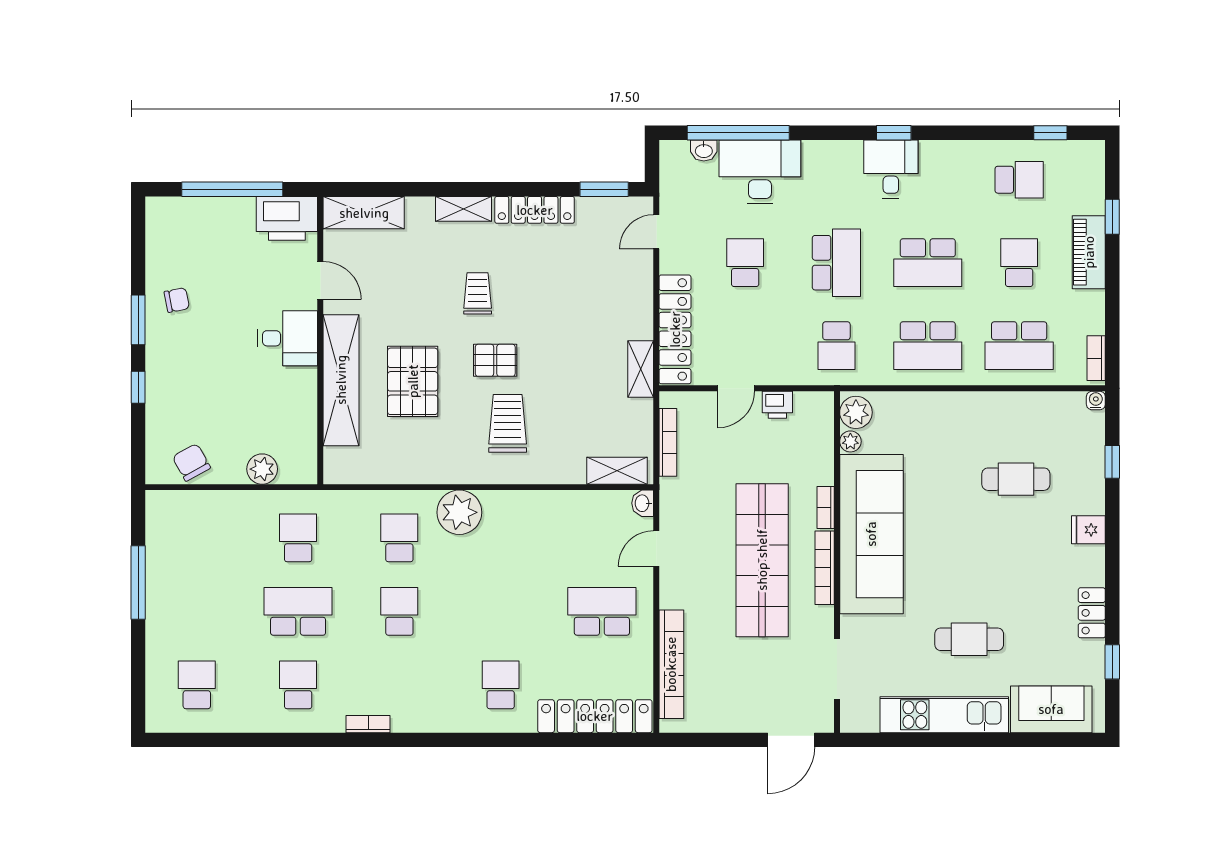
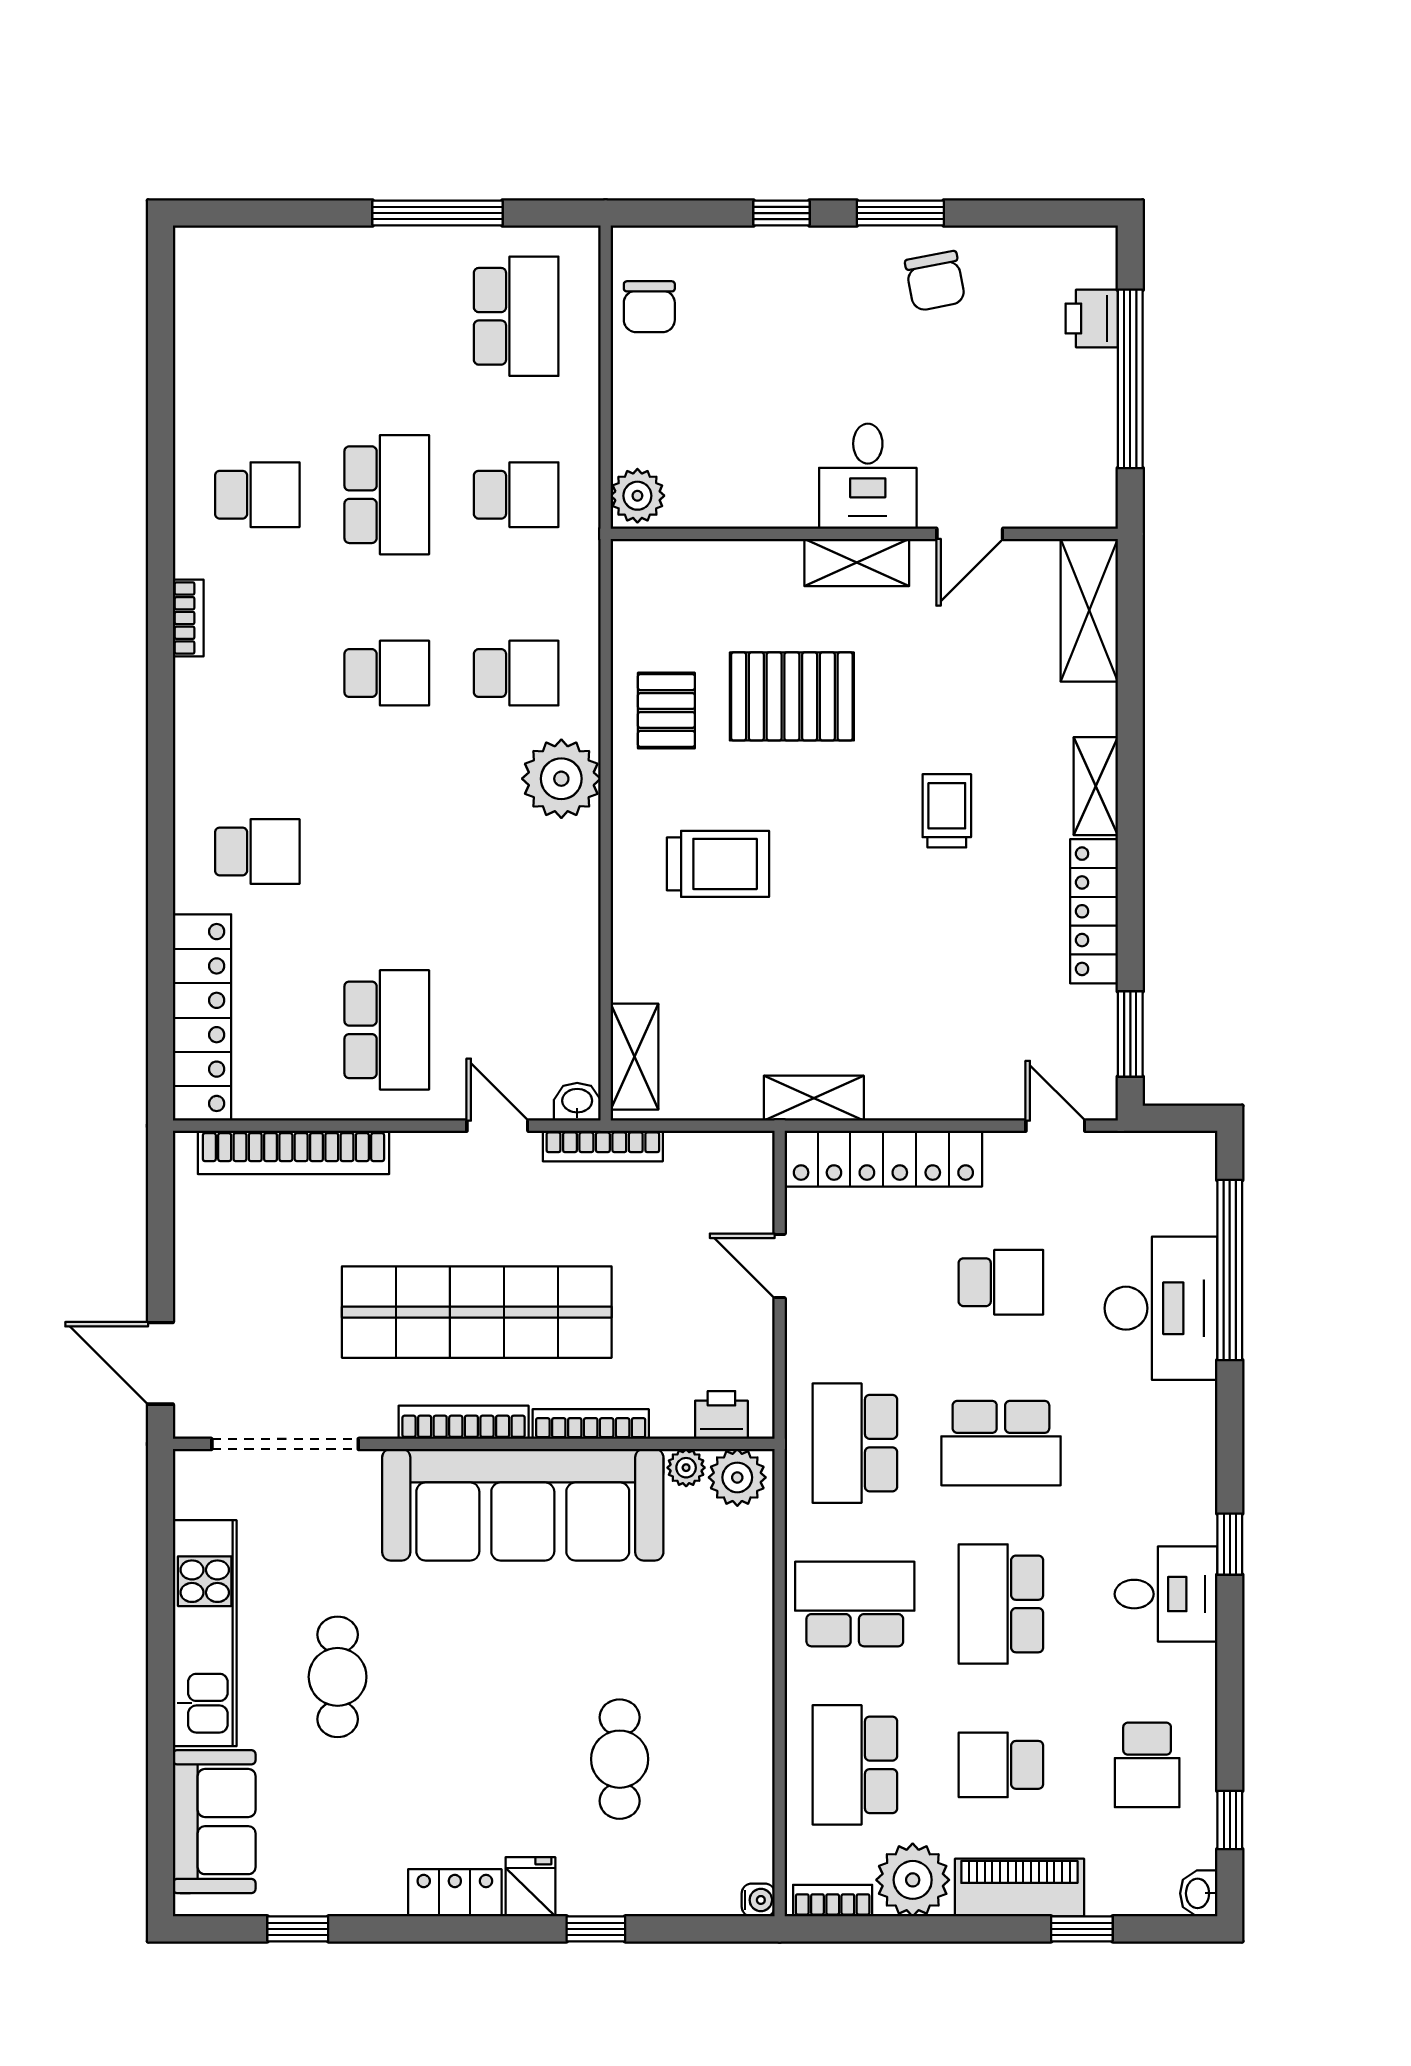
washbasin: (704, 150) -> (1199, 1893), moved
desk: (891, 169) -> (1166, 1594), moved
printer: (287, 218) -> (1092, 319), moved, width x0.53, depth x0.68
school desk: (1019, 263) -> (1001, 1765), turned 180
trolley: (478, 293) -> (947, 811), turned -90
chair: (177, 300) -> (935, 281), width x1.37, depth x1.37
plant: (1084, 313) -> (913, 1880), added
school desk: (836, 346) -> (855, 1443), width x1.85
school desk: (928, 346) -> (855, 1604), turned 90
pallet: (495, 360) -> (666, 711), moved
shelving: (341, 380) -> (857, 562), width x0.45, depth x0.75
printer: (777, 405) -> (721, 1415), moved, turned 90
bookcase: (668, 442) -> (603, 1146), moved
chair: (191, 462) -> (649, 307), turned 119
window: (1112, 462) -> (596, 1929), moved
plant: (262, 469) -> (637, 496), moved
bookcase: (826, 507) -> (591, 1424), width x1.56
locker: (1092, 613) -> (455, 1893), moved
doorway: (837, 669) -> (285, 1444), width x1.36
school desk: (197, 685) -> (516, 316), moved, width x1.85

